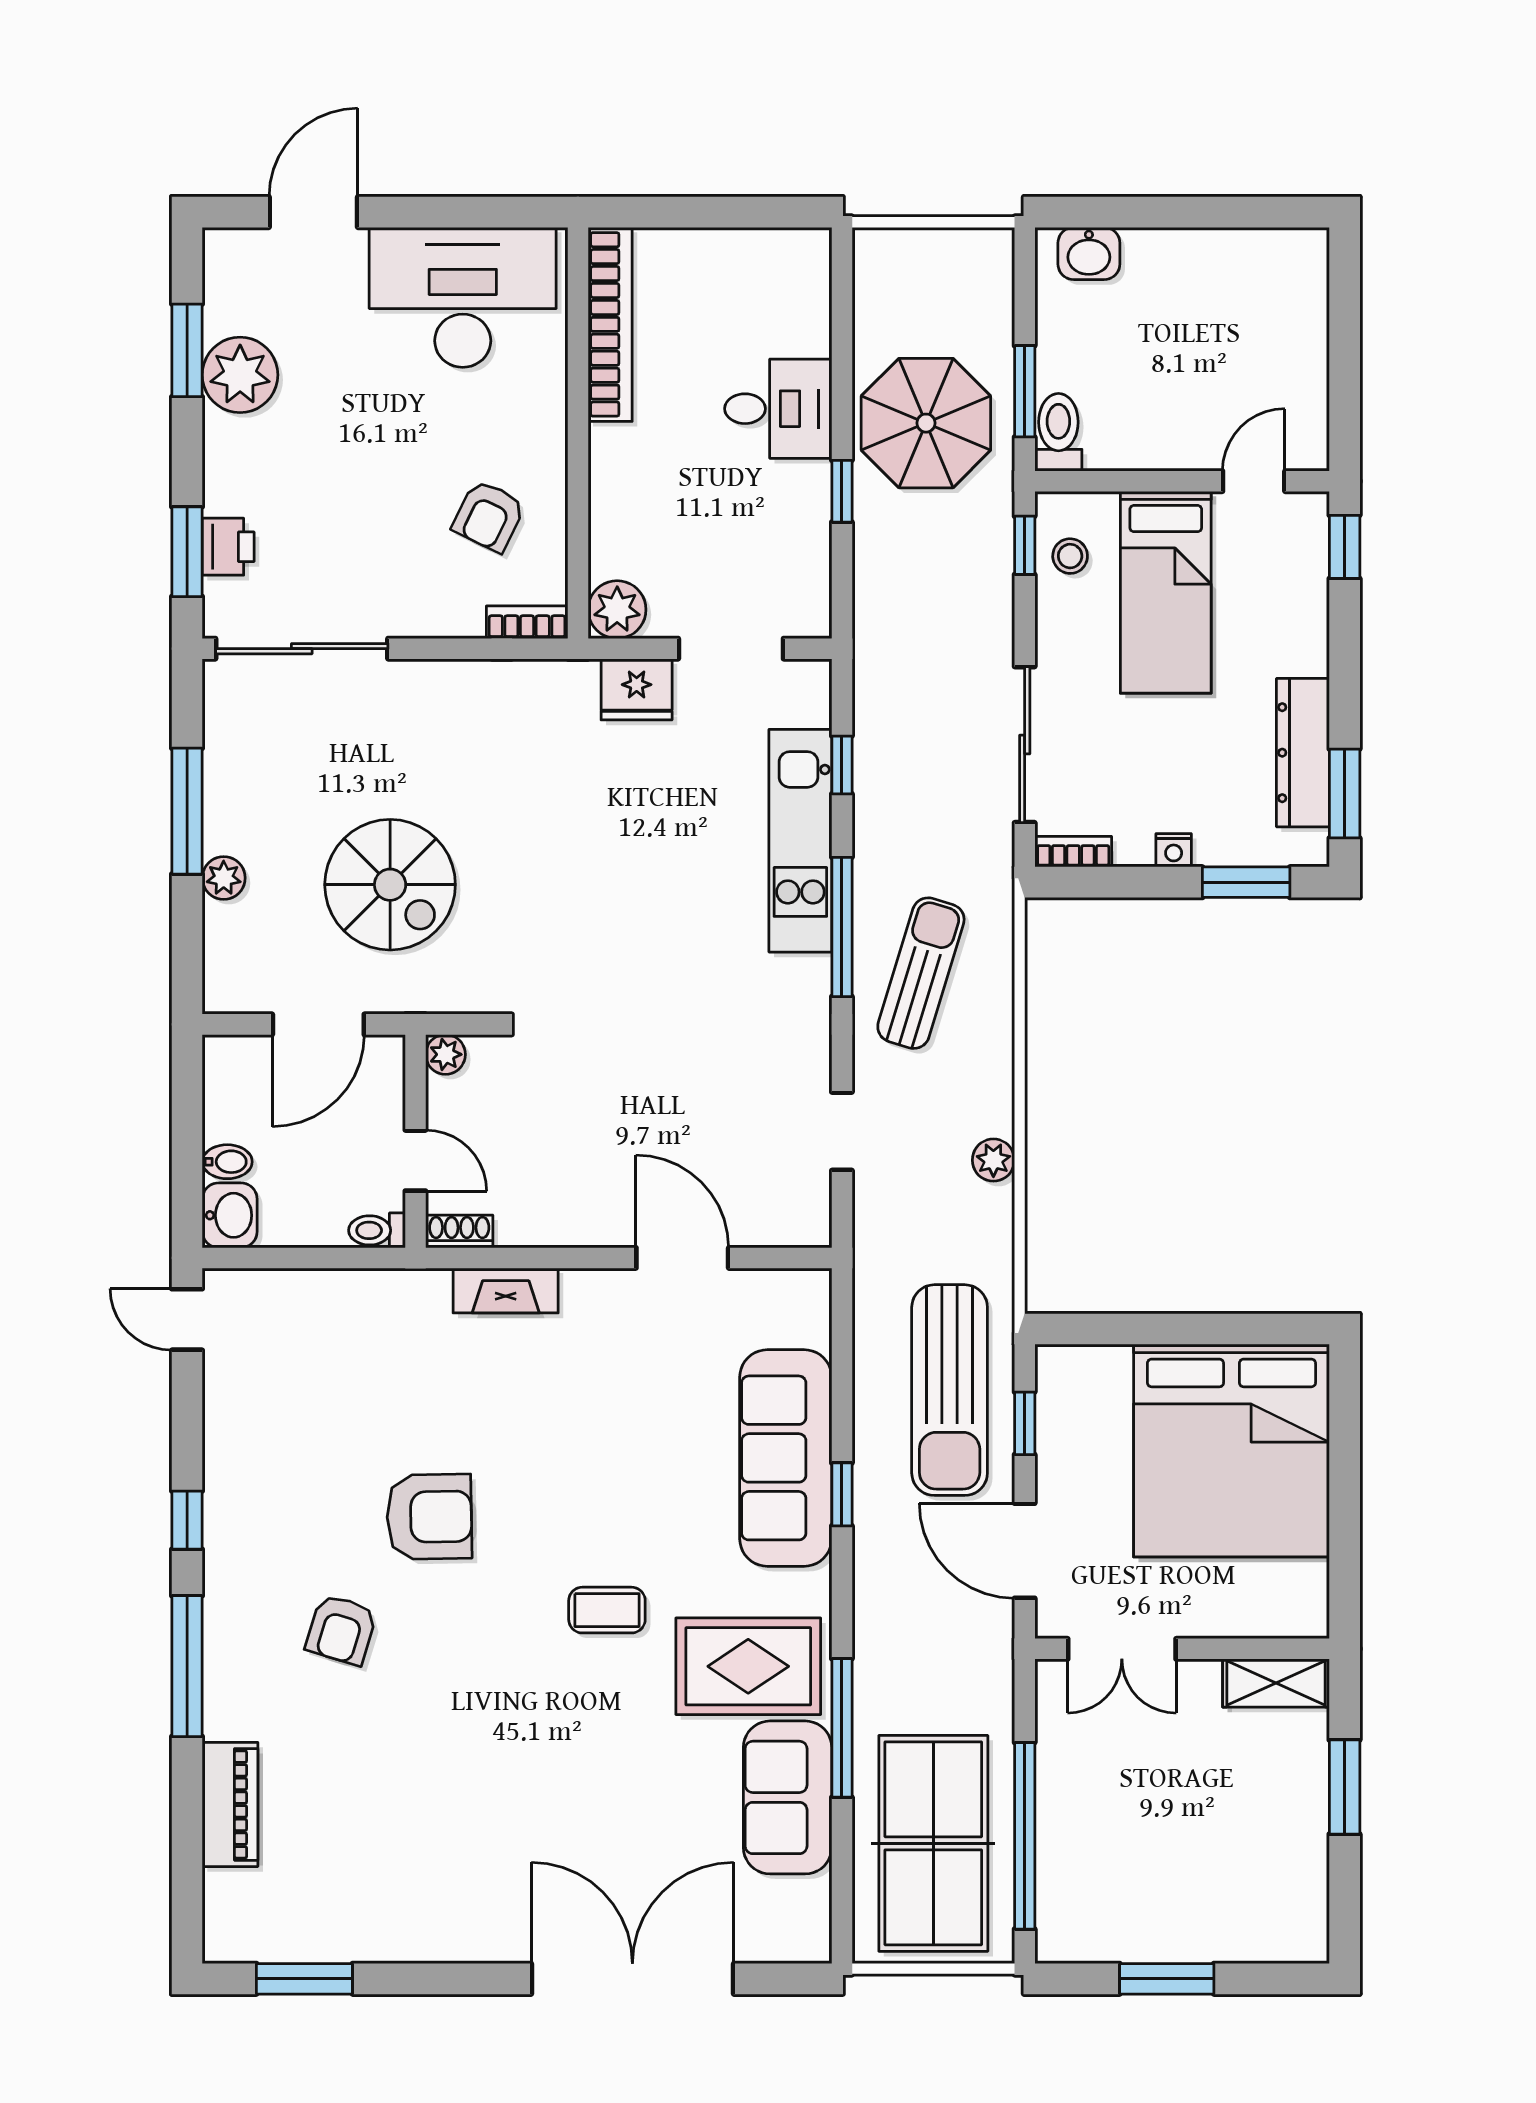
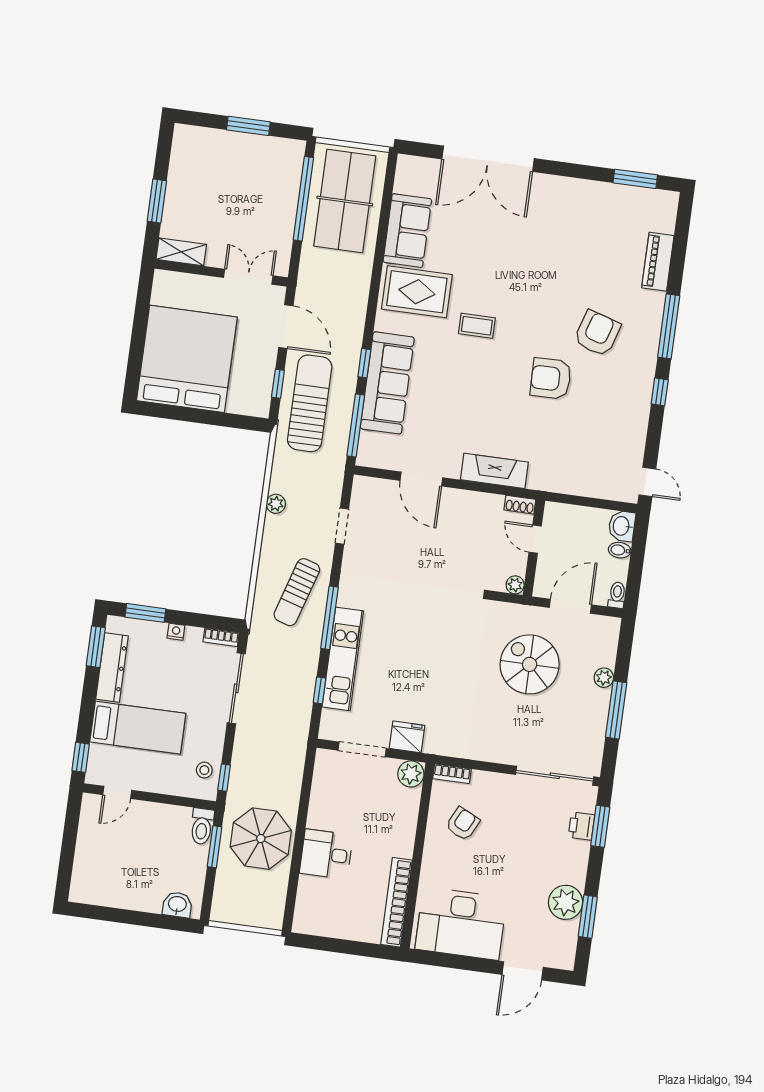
window: (842, 491) -> (303, 813), removed
bed: (1166, 592) -> (138, 728), moved, turned 90
toilet: (377, 1230) -> (617, 595), moved, turned -90
fireplace: (506, 1291) -> (494, 471), width x1.37, depth x1.32
armchair: (341, 1630) -> (597, 333), width x1.38, depth x1.38
window: (842, 1728) -> (356, 425), moved

